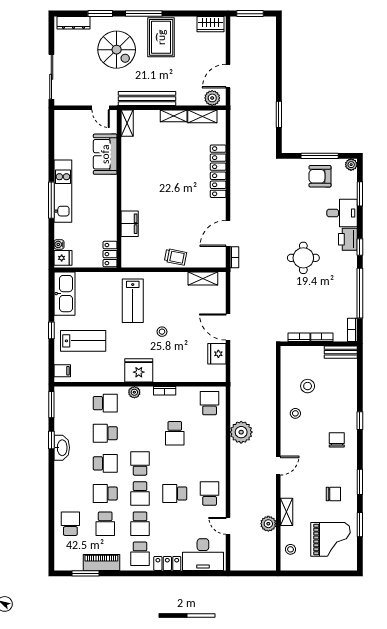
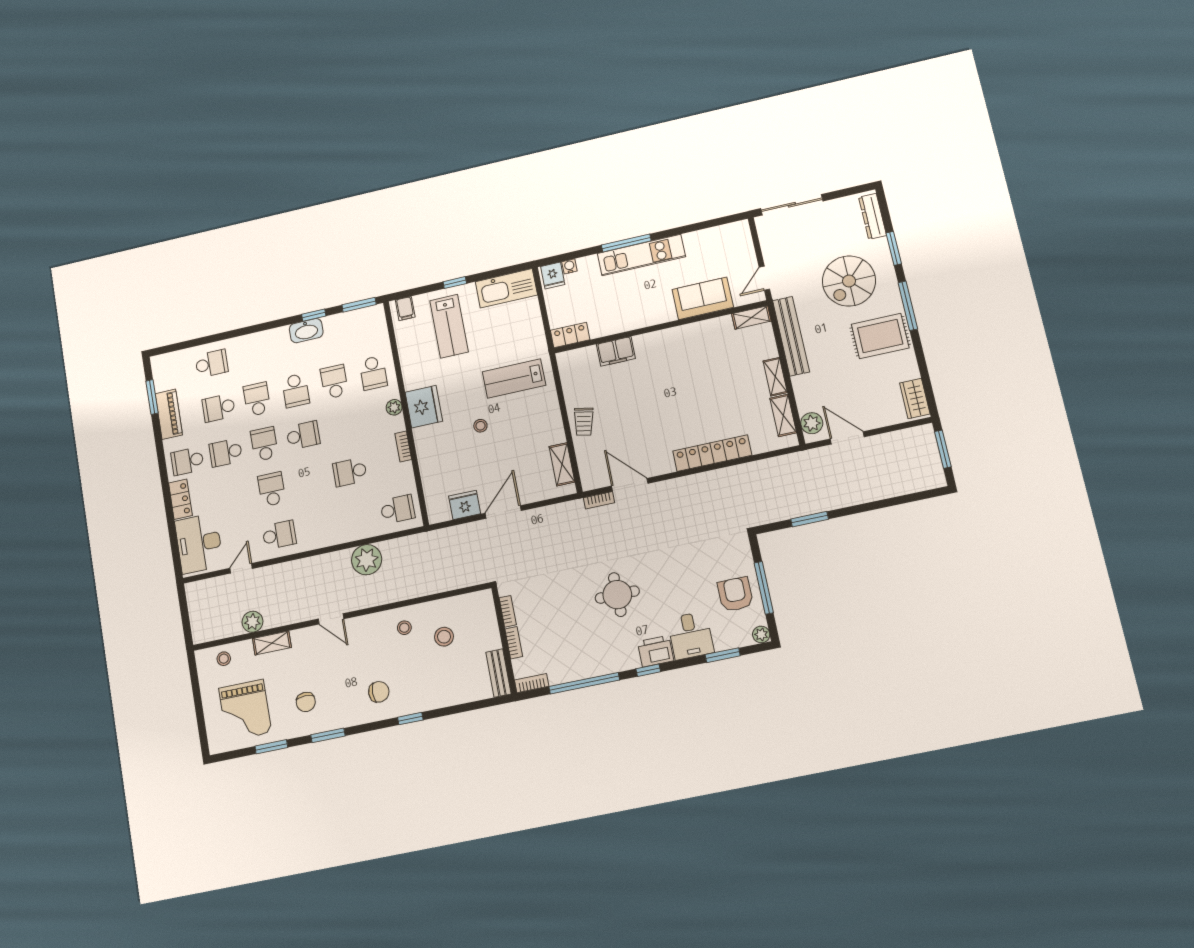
school desk: (140, 494) -> (264, 444), turned 90

